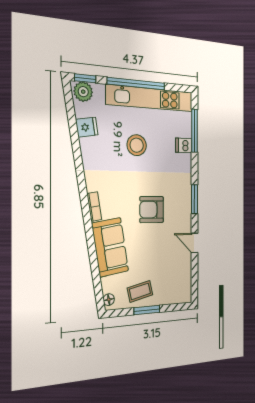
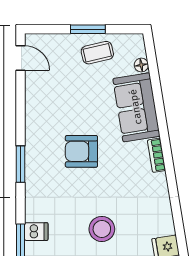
armchair: (152, 210) -> (81, 151), turned 180
door: (194, 243) -> (20, 58), moved
floor lamp: (109, 300) -> (141, 65), moved

